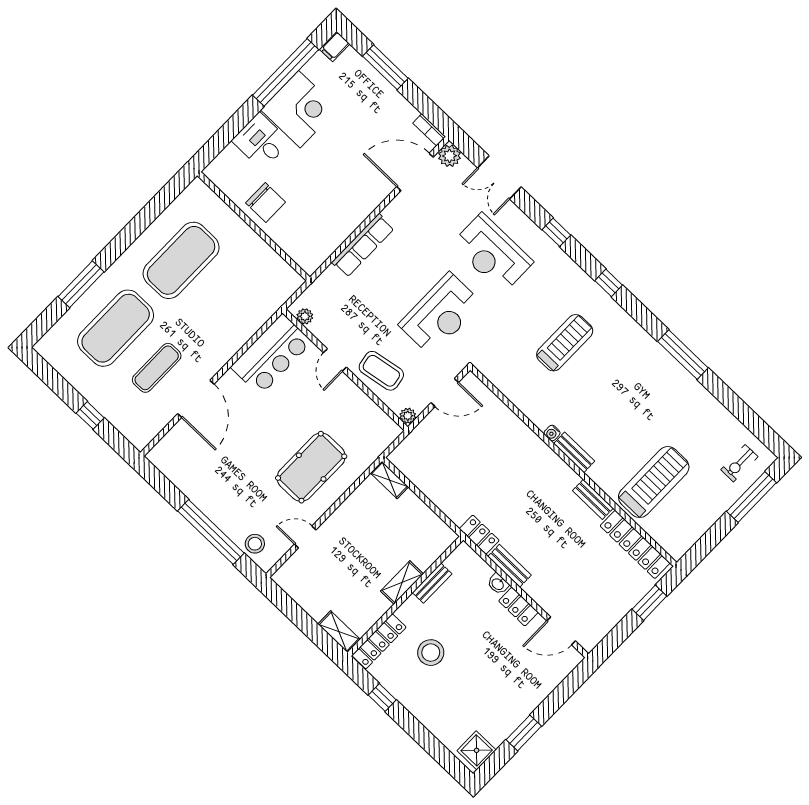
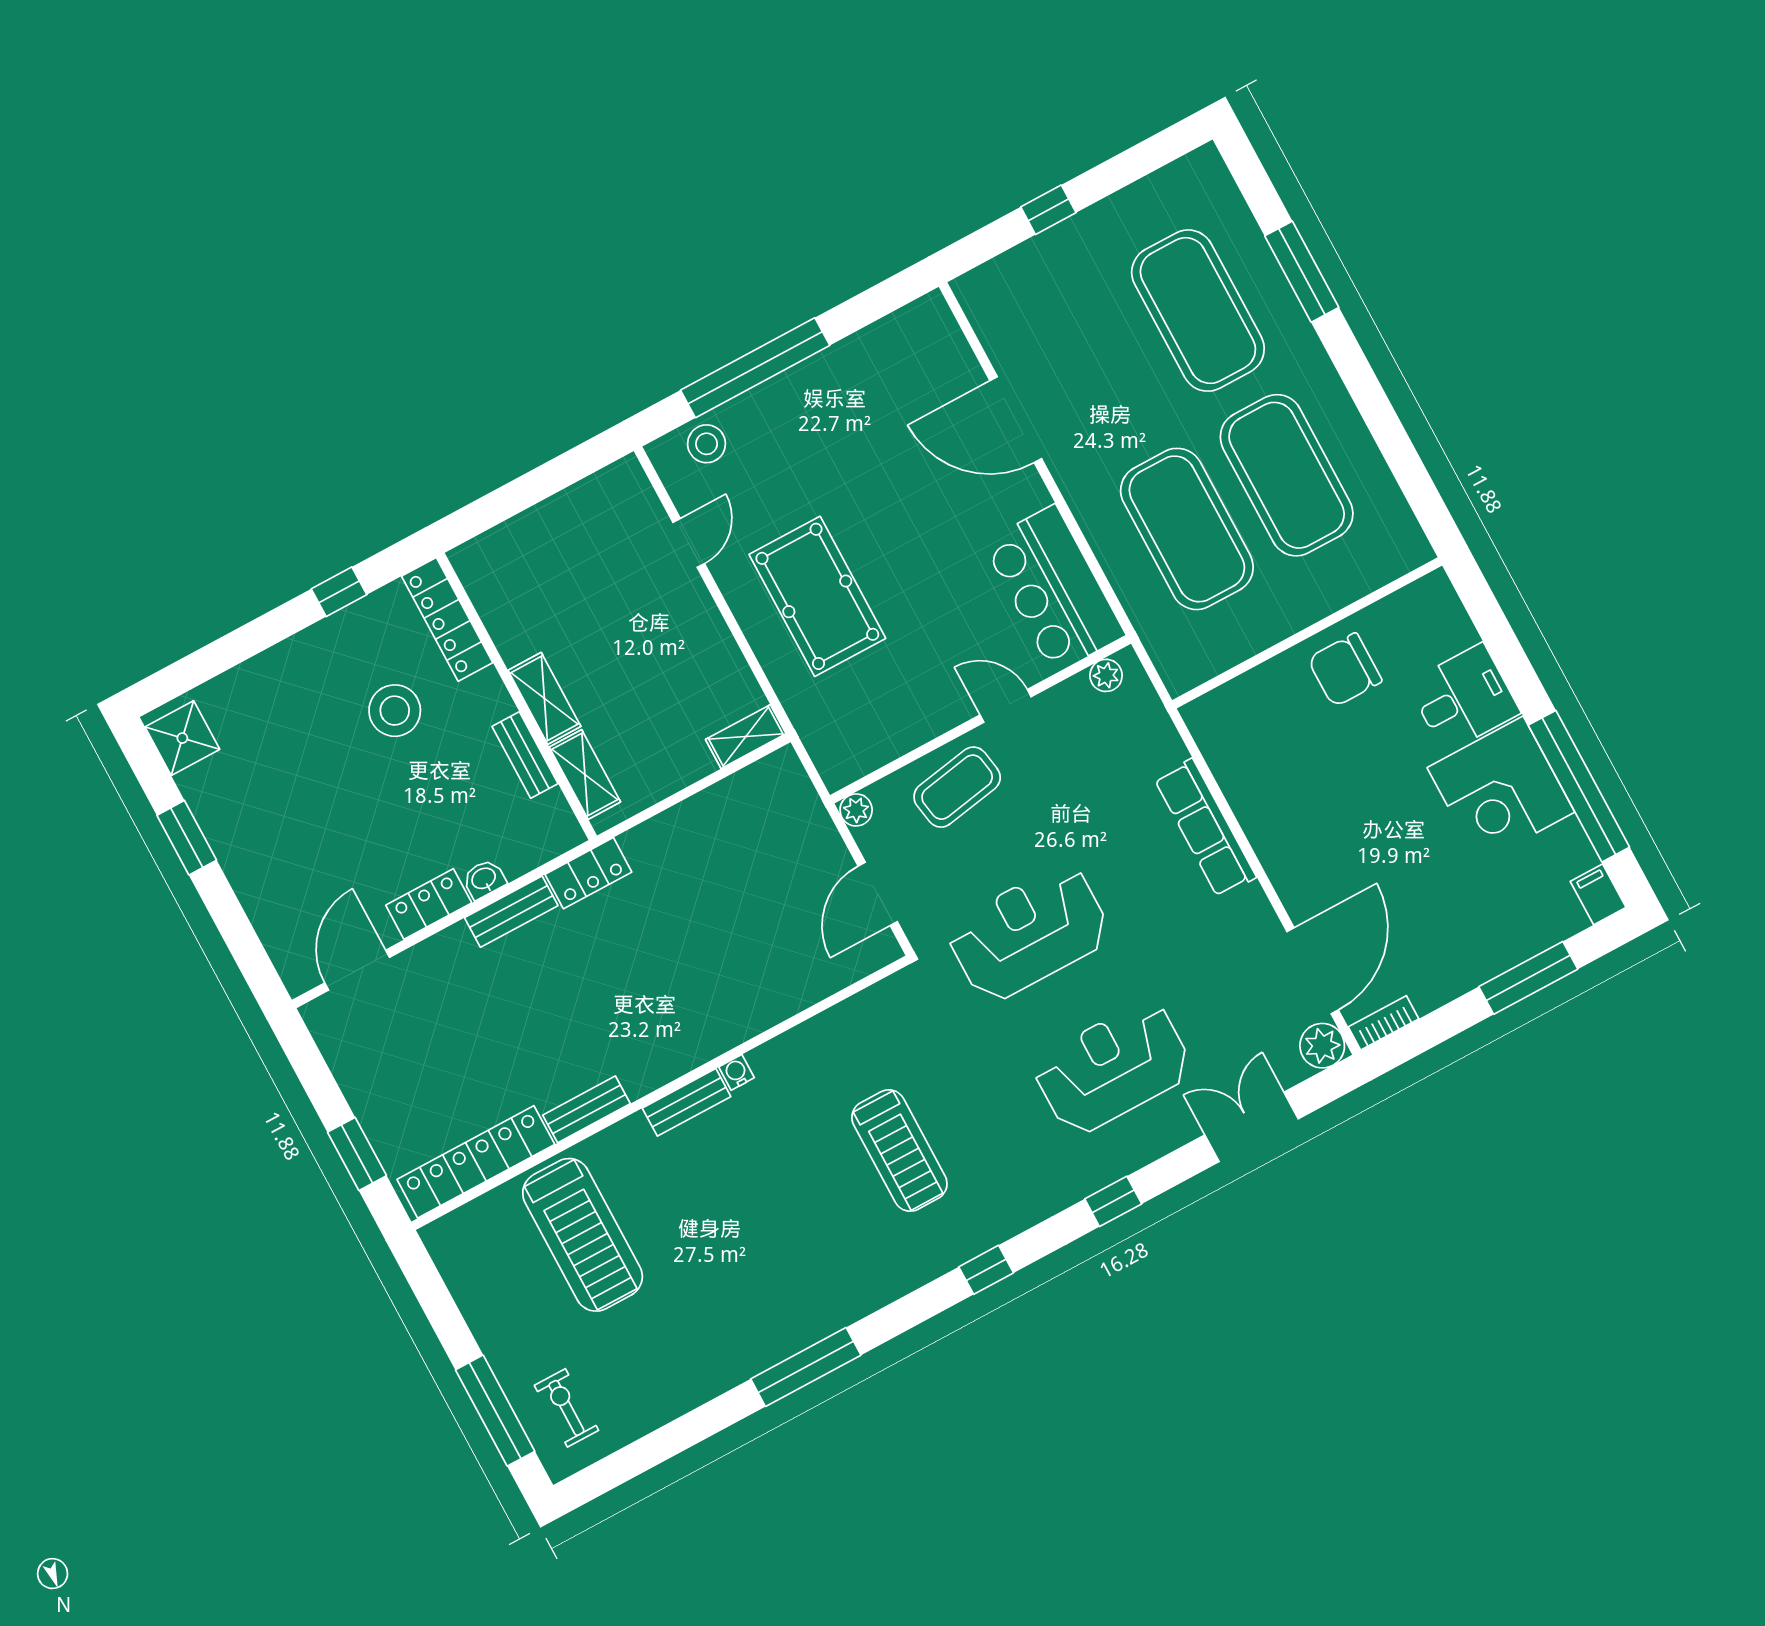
reception desk: (440, 314) -> (1029, 933), turned 90
exercise mat: (157, 368) -> (1187, 529), moved, width x2.00, depth x1.45
shelving: (339, 632) -> (585, 774), moved, turned 90

